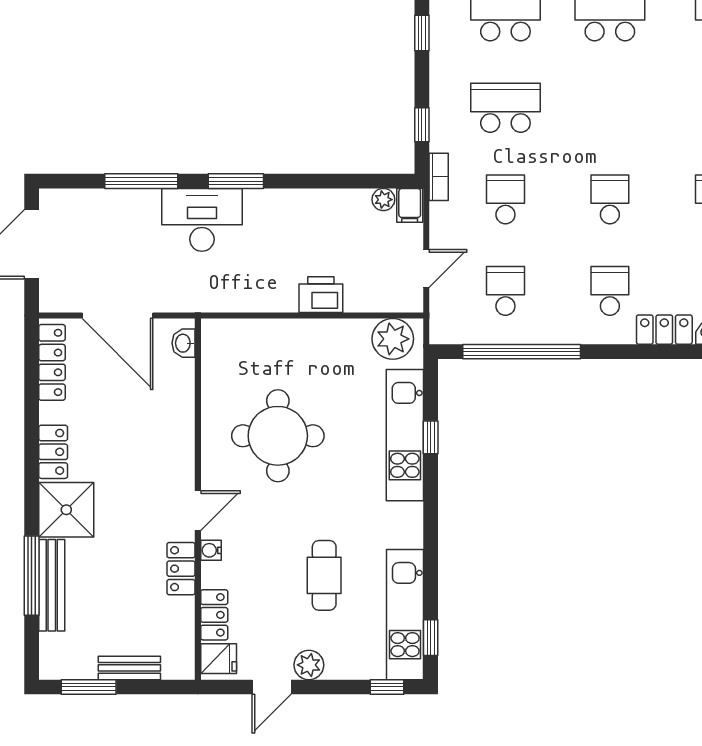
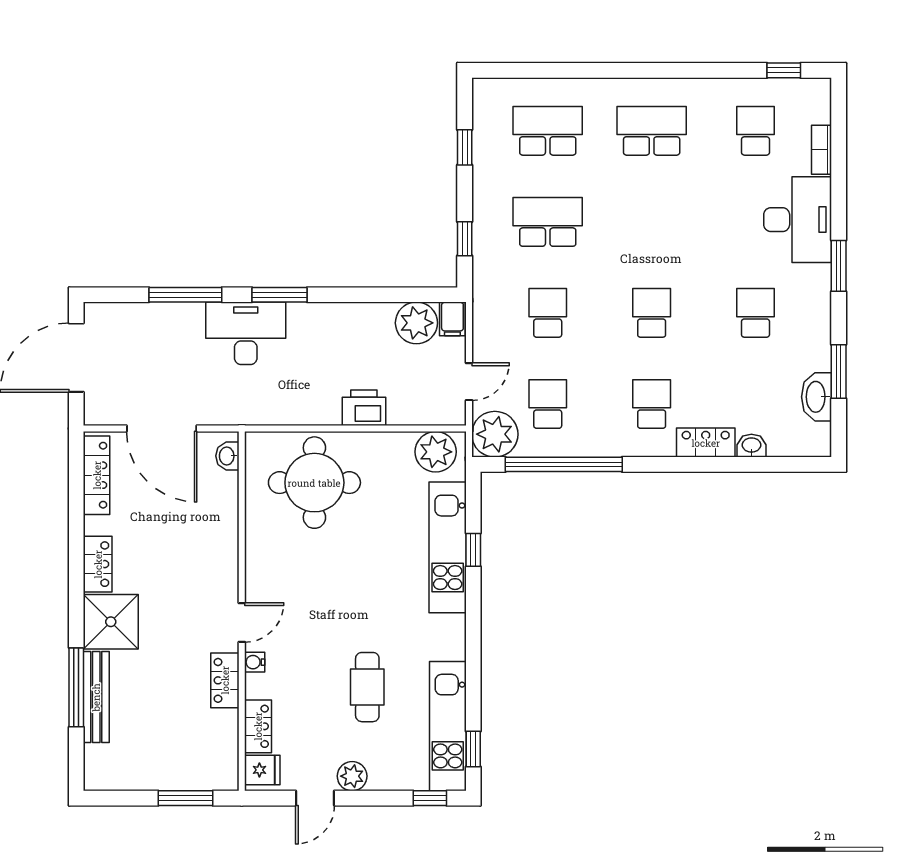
bookcase: (439, 177) -> (481, 291), removed
plant: (383, 200) -> (416, 323), width x1.88, depth x1.88
plant: (452, 321) -> (495, 434), added
round table: (278, 436) -> (314, 483), moved
bench: (129, 668) -> (174, 779), removed
window: (89, 687) -> (186, 798), moved

